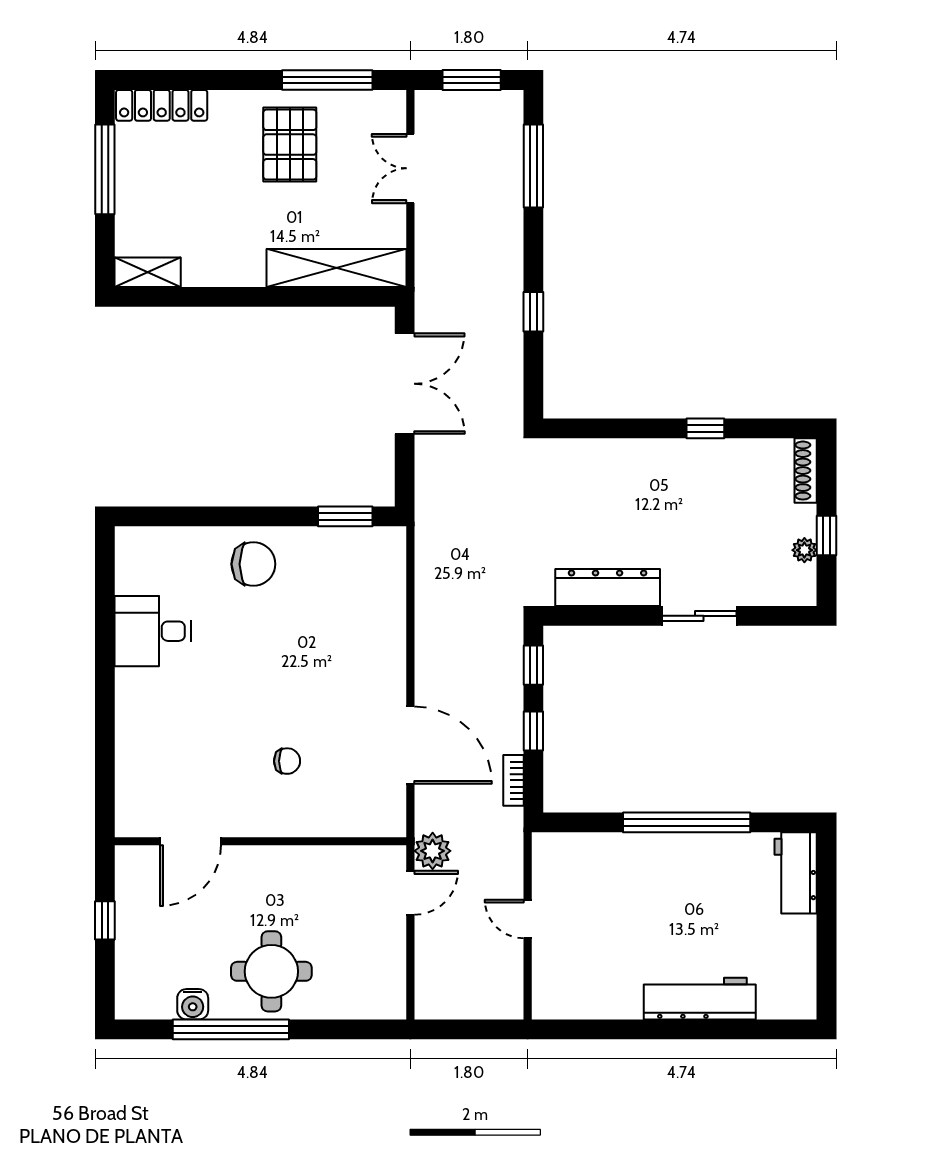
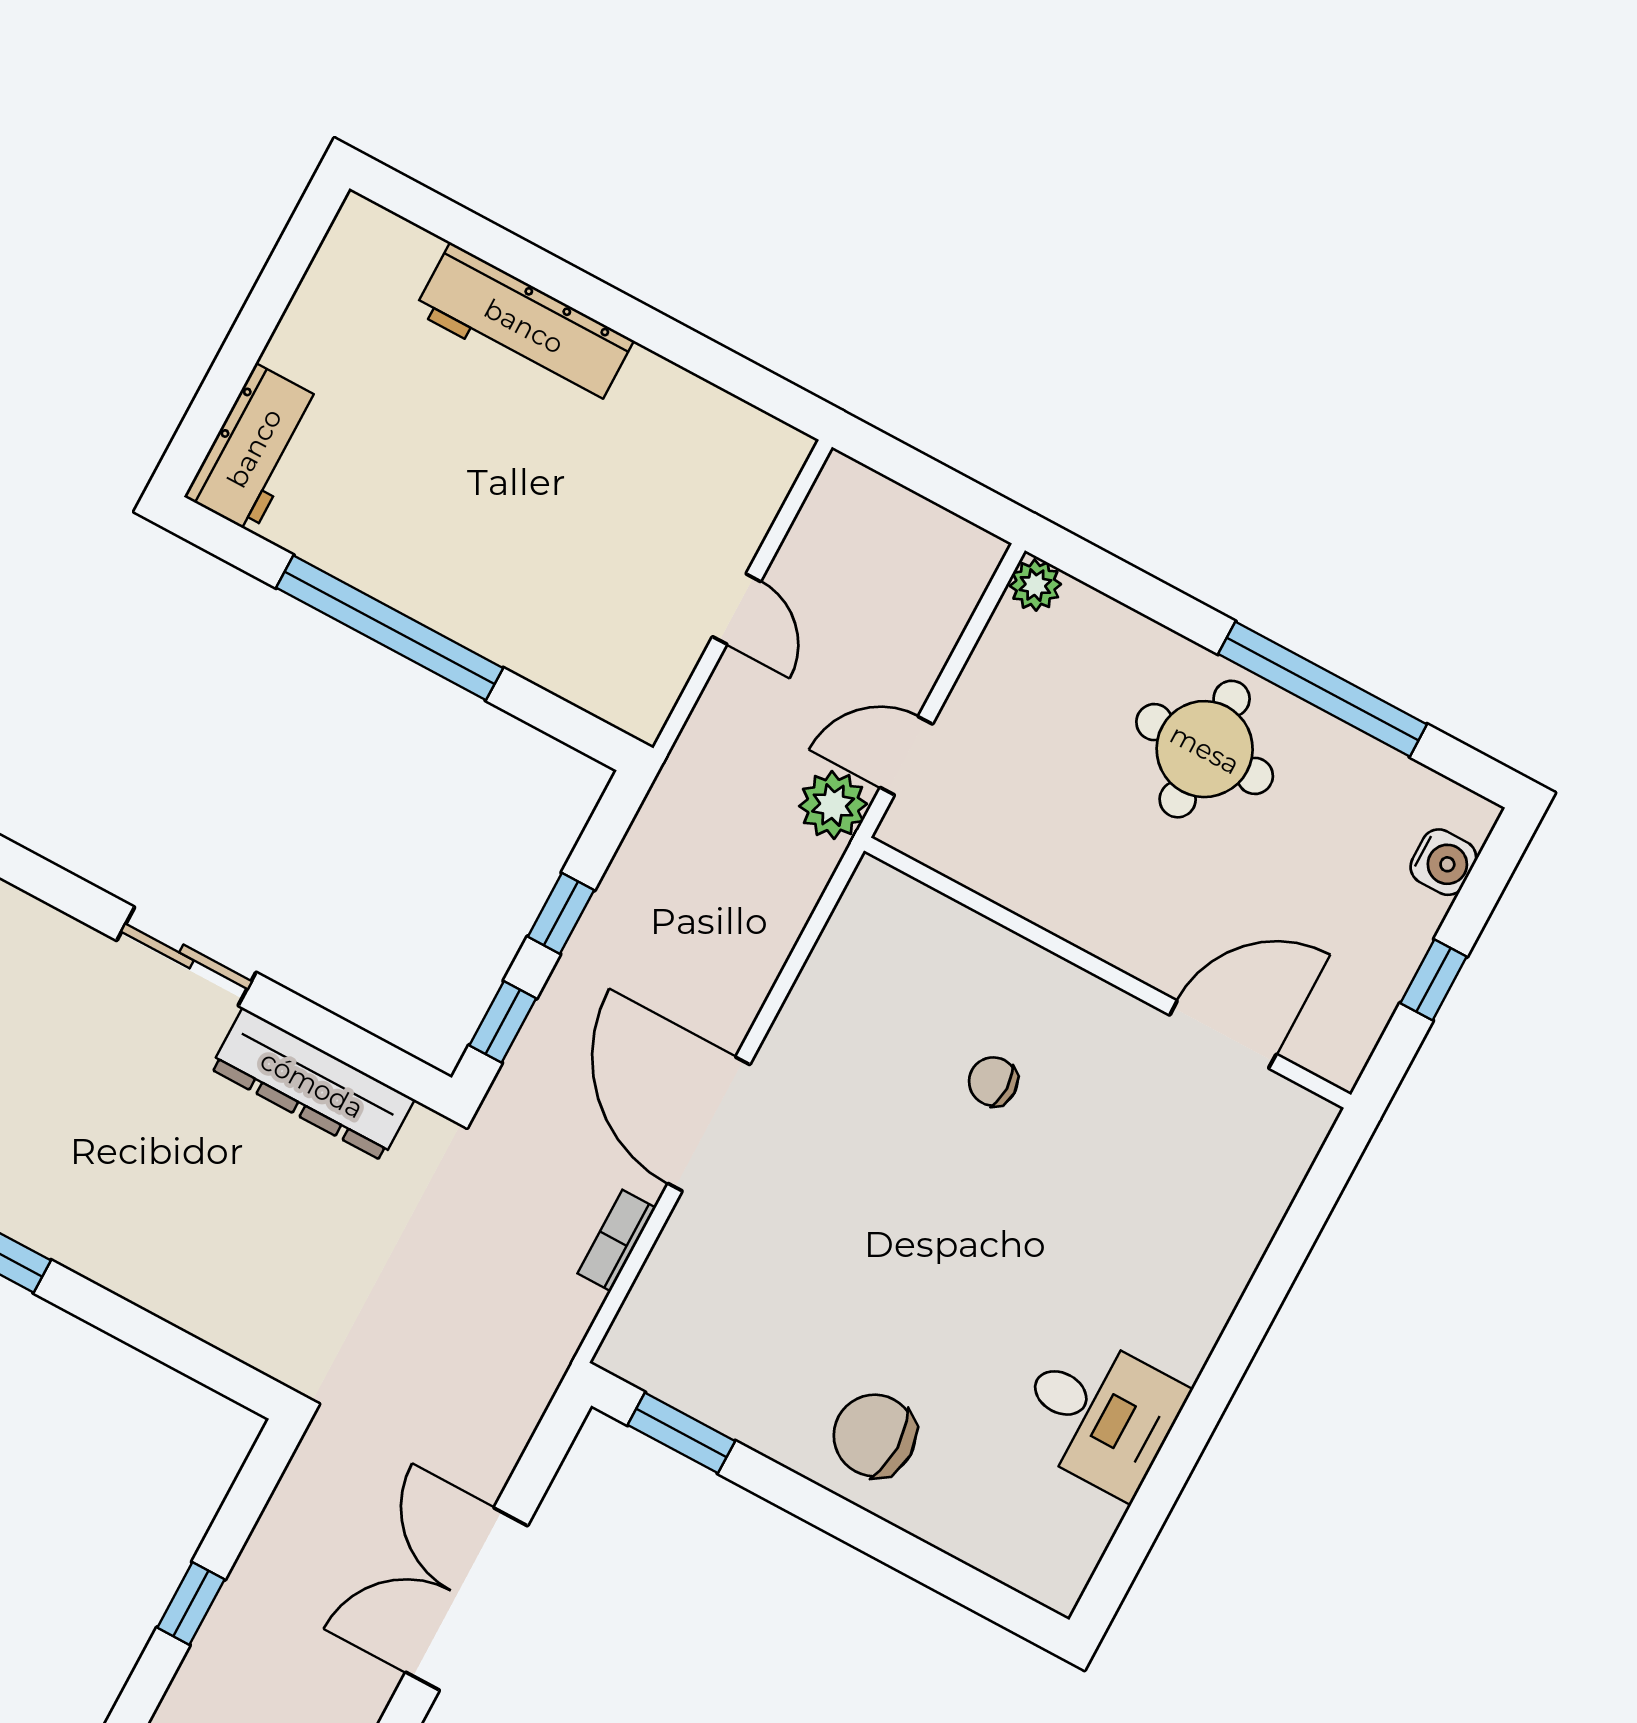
door: (410, 745) -> (709, 1124), moved
bookcase: (514, 780) -> (617, 1240), moved, turned 180
water cooler: (193, 1004) -> (1443, 862), moved, turned 90
plant: (393, 1006) -> (1035, 585), added

